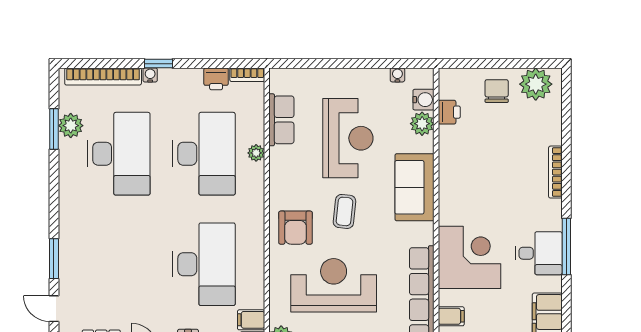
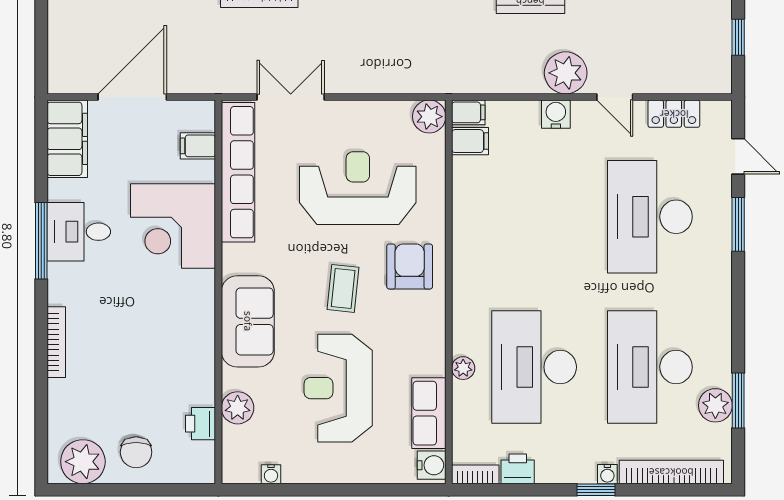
water cooler: (423, 100) -> (432, 465), moved, turned 180
desk: (204, 264) -> (650, 217), moved
reception desk: (334, 285) -> (358, 188), turned 180

